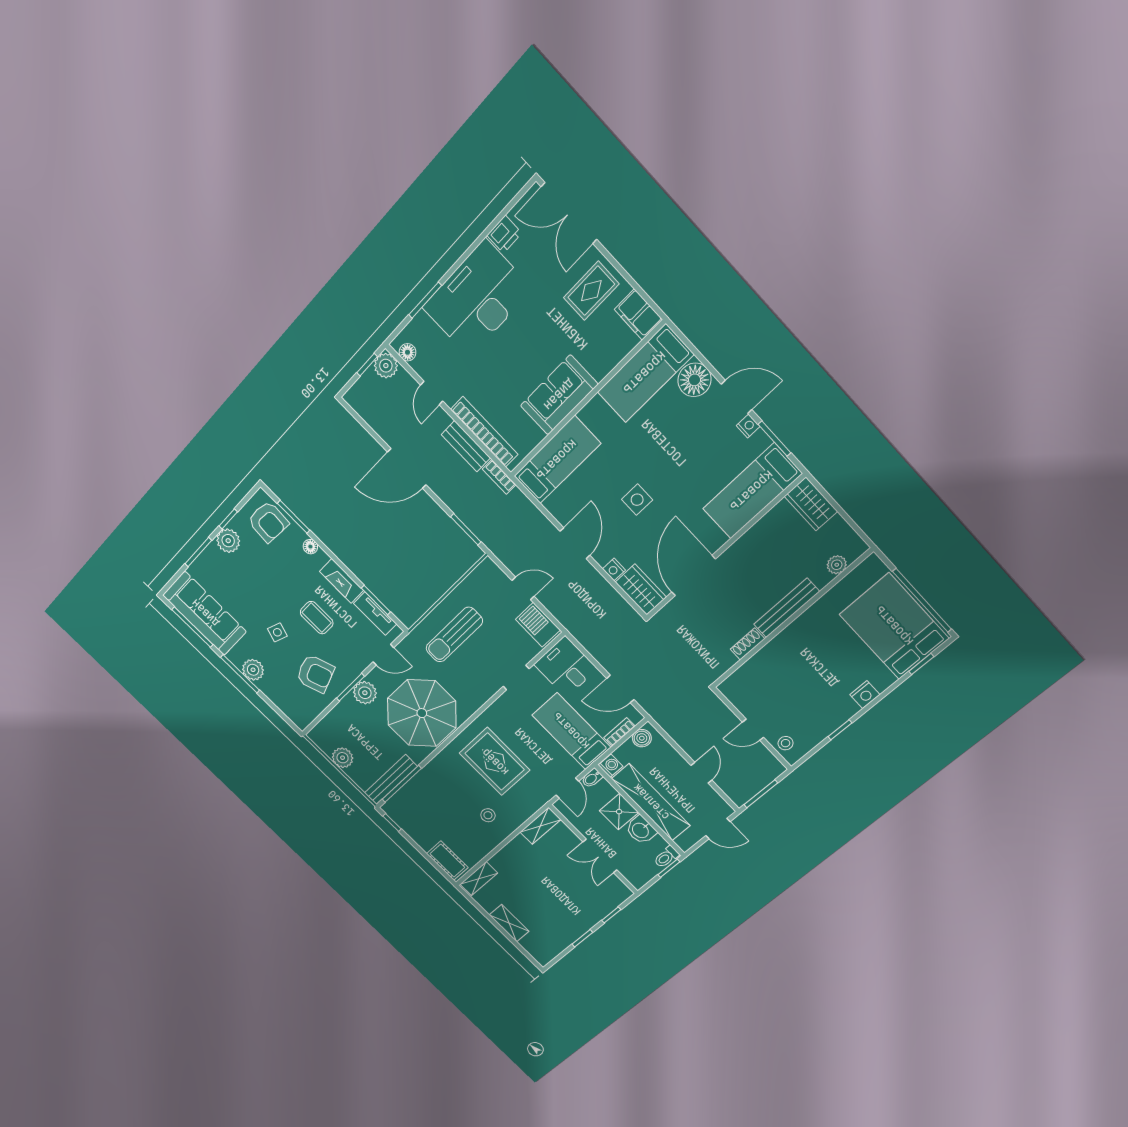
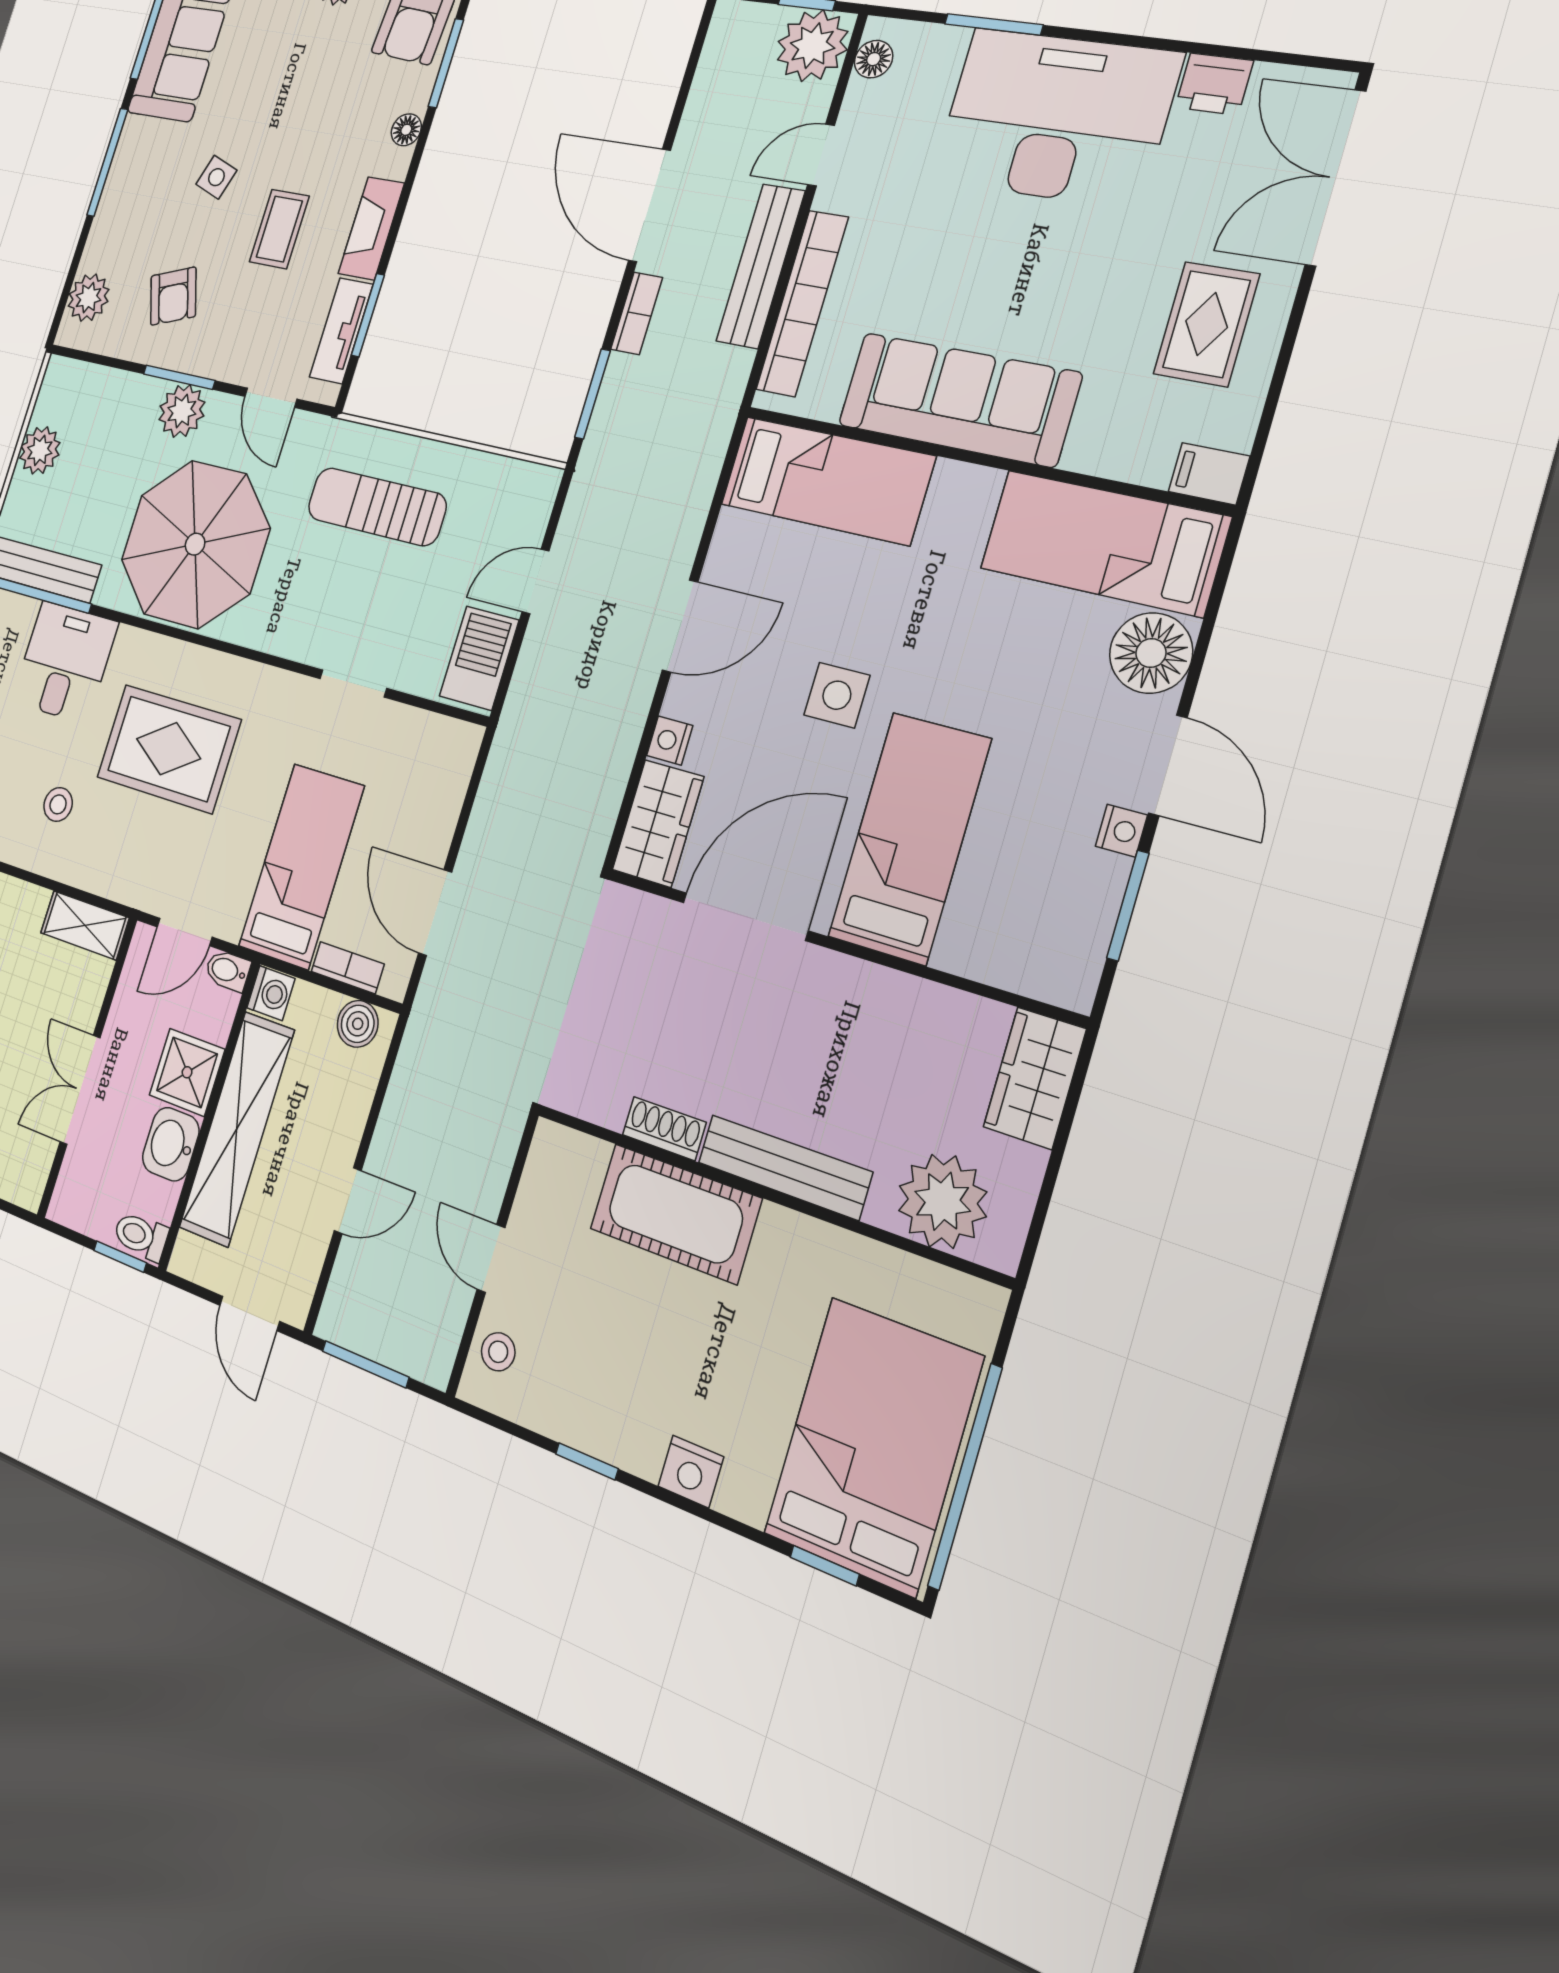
rug: (591, 291) -> (1206, 324), turned 90
filing cabinet: (638, 314) -> (1209, 474), width x0.50
plant: (386, 366) -> (813, 46), width x1.36, depth x1.36
sofa: (559, 395) -> (959, 399), width x1.36
bench: (466, 446) -> (761, 266), width x1.36
bookcase: (499, 477) -> (637, 313), moved, turned 180
bed: (752, 491) -> (910, 838), moved, turned 90
plant: (837, 565) -> (943, 1201), width x1.87, depth x1.87
door: (523, 588) -> (536, 581), swing flipped
cot: (778, 655) -> (675, 1214), added
desk: (566, 667) -> (65, 662), moved
plant: (253, 670) -> (89, 298), moved
armchair: (315, 674) -> (173, 296), width x0.72, depth x0.72
rug: (495, 762) -> (169, 749), turned 90

